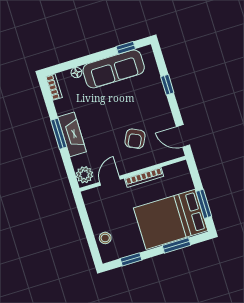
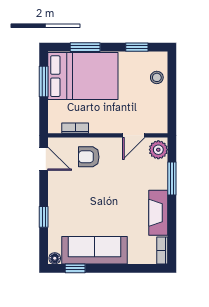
floor lamp: (76, 73) -> (55, 258), moved
window: (59, 134) -> (172, 178), moved
fireplace: (72, 134) -> (158, 213), moved
armchair: (135, 139) -> (89, 157), moved, turned -116
bookcase: (144, 177) -> (75, 128), moved, width x0.64

